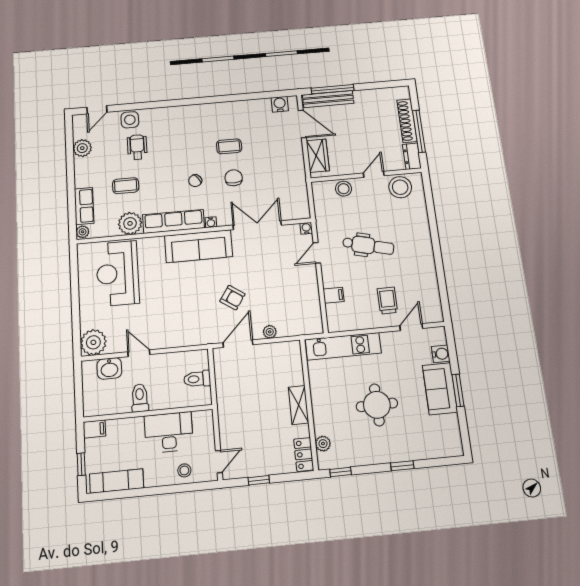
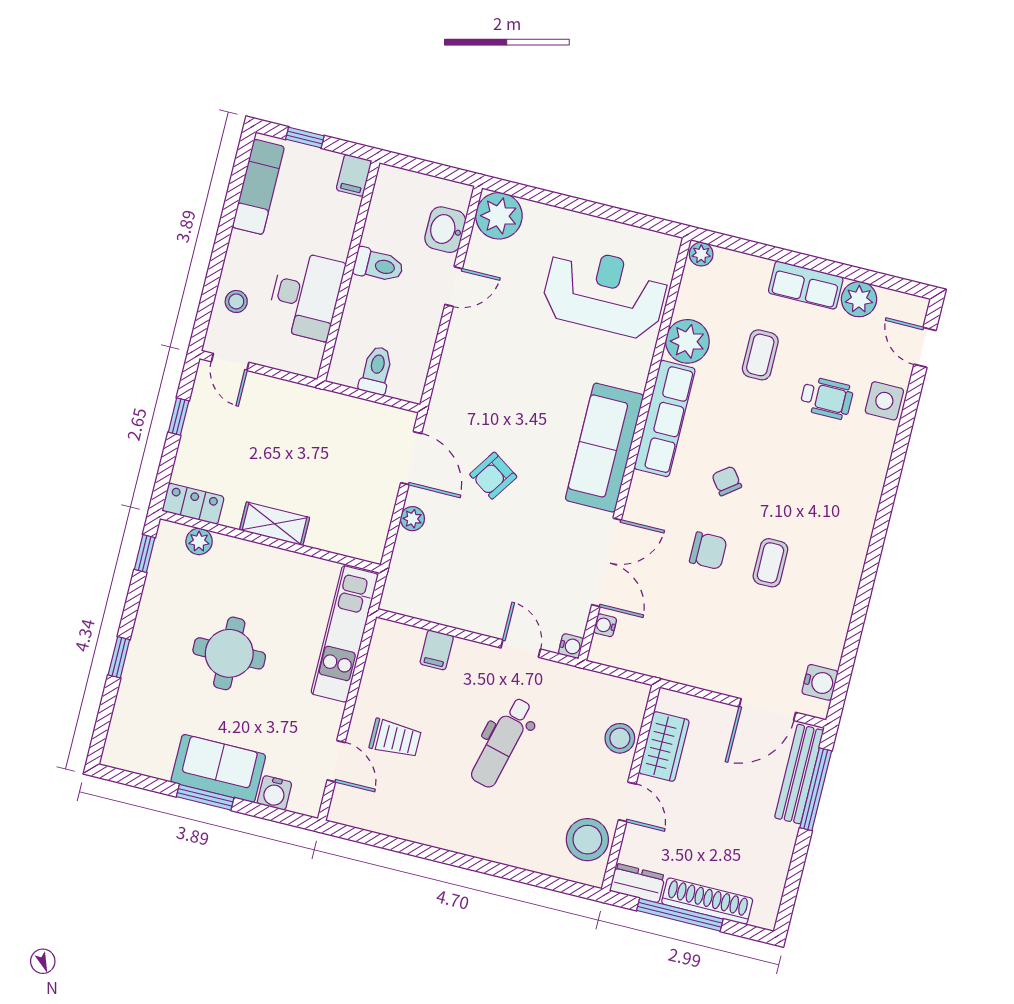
wardrobe: (318, 156) -> (664, 747), moved, turned -90
row of seats: (84, 206) -> (806, 285), moved
water cooler: (211, 222) -> (605, 625), moved

